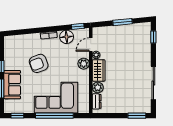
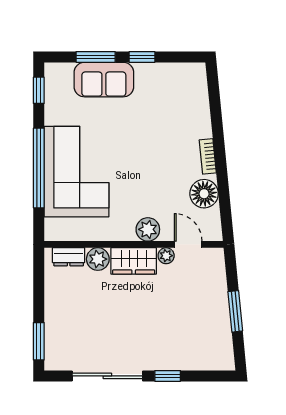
window: (78, 26) -> (226, 217), removed
window: (153, 37) -> (168, 376), moved
armchair: (39, 63) -> (148, 135), removed

